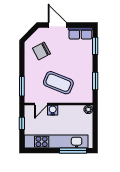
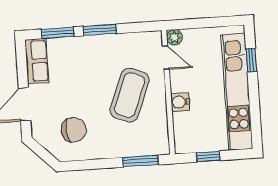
chair: (41, 51) -> (74, 130), turned -69
window: (95, 81) -> (100, 30), moved
door: (41, 104) -> (166, 58), moved
window: (73, 151) -> (251, 60), width x0.46

